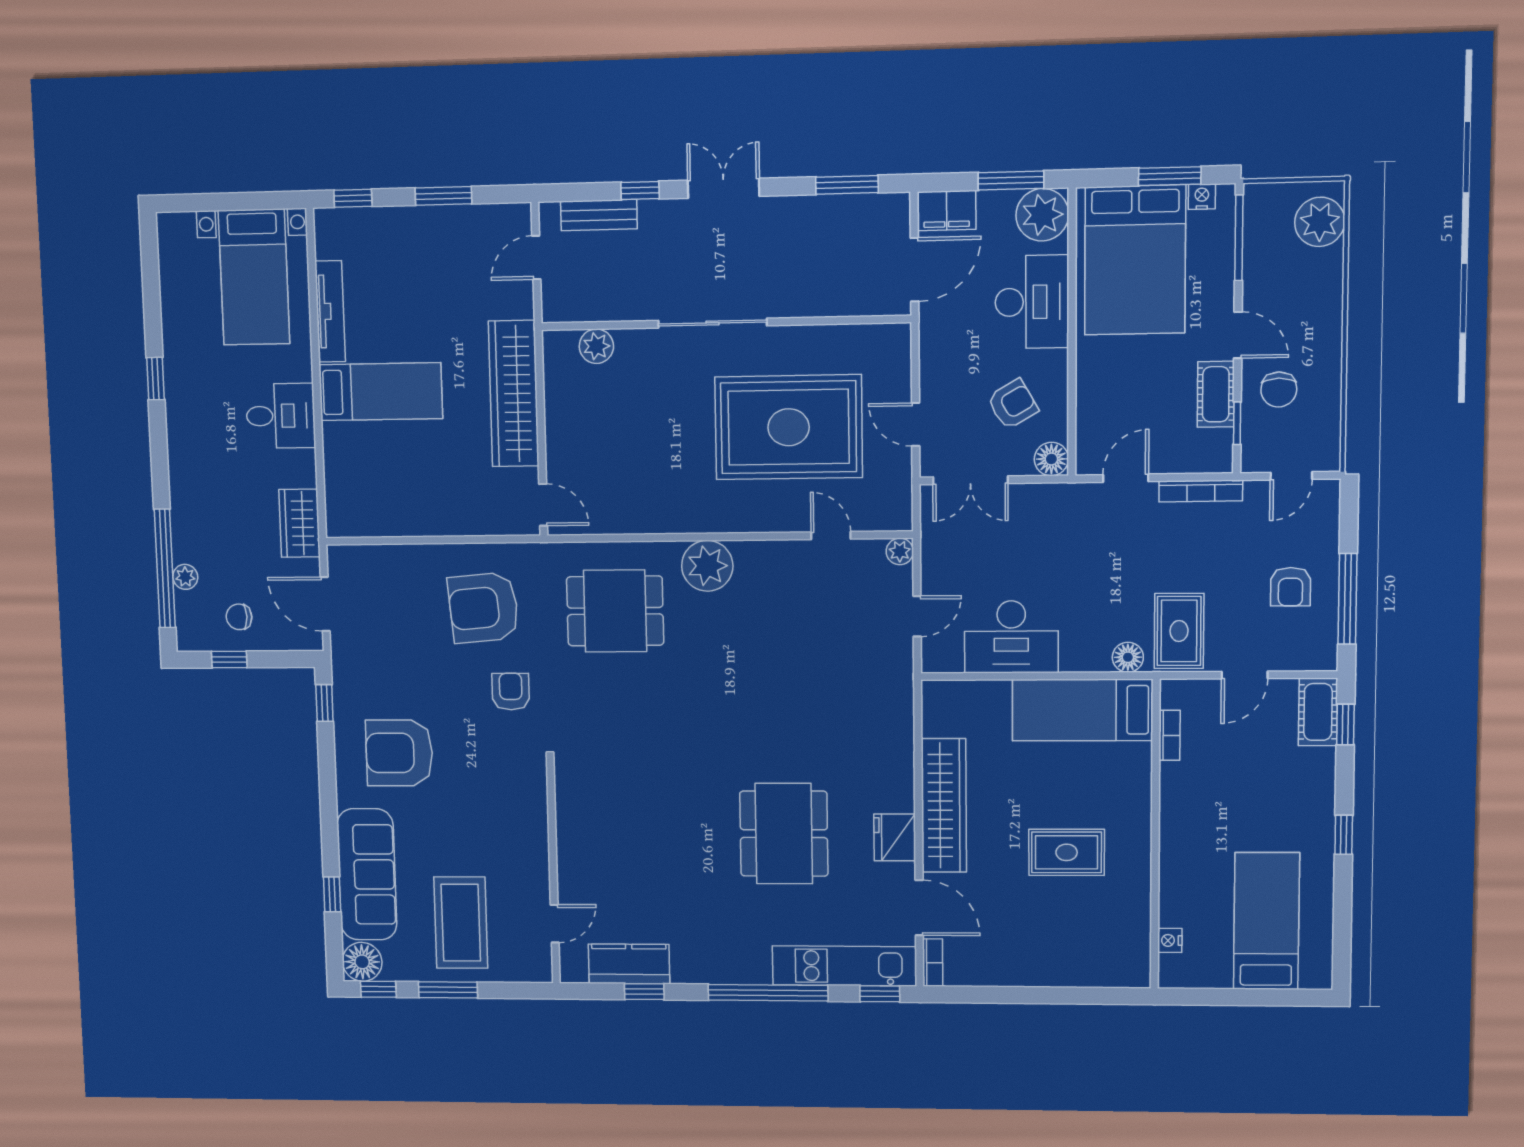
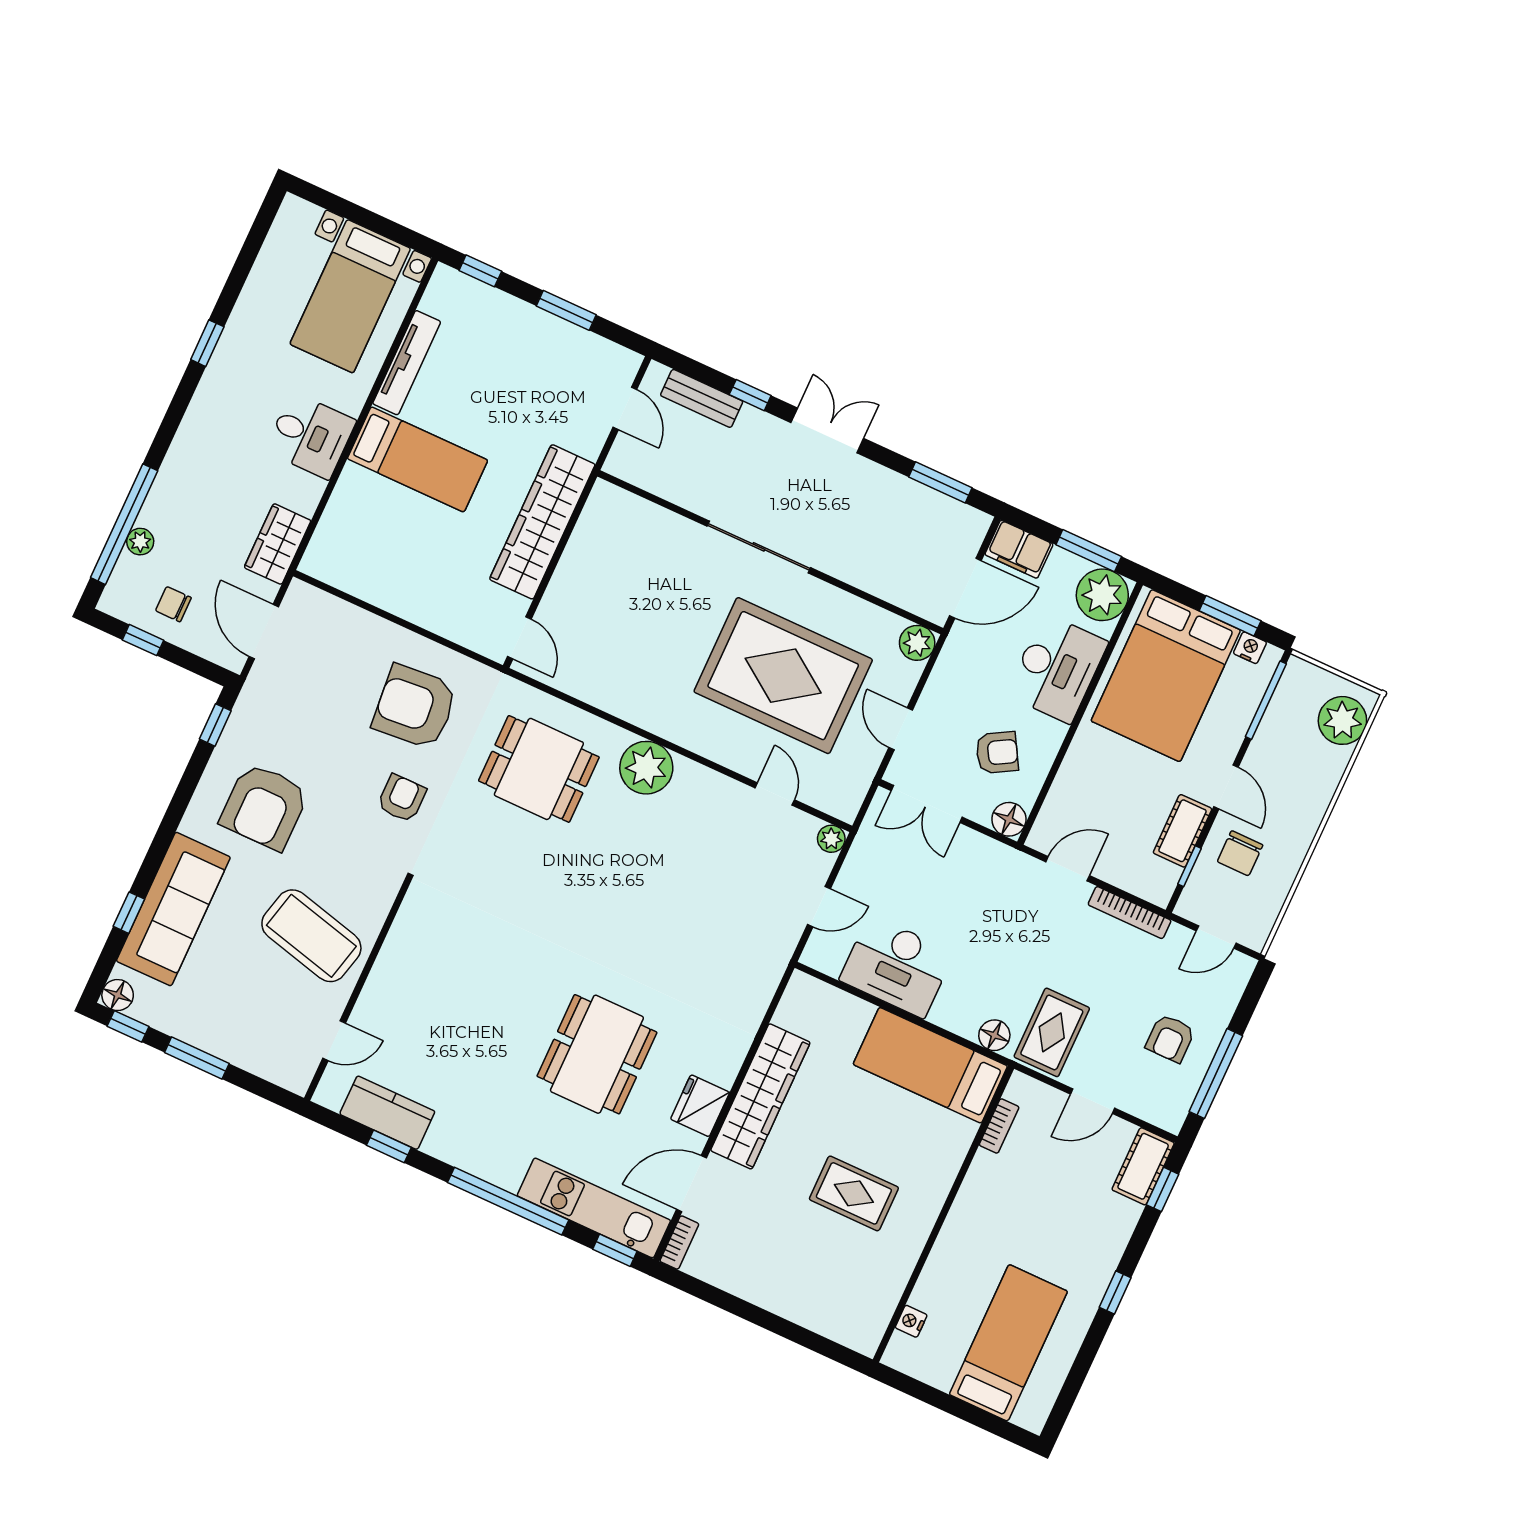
door: (536, 258) -> (625, 408), swing flipped
plant: (596, 346) -> (917, 643), moved
armchair: (399, 753) -> (264, 807), turned -90
door: (919, 908) -> (691, 1184), swing flipped
coffee table: (461, 923) -> (311, 936), moved, turned -76
floor lamp: (362, 962) -> (118, 995), width x0.73, depth x0.73

